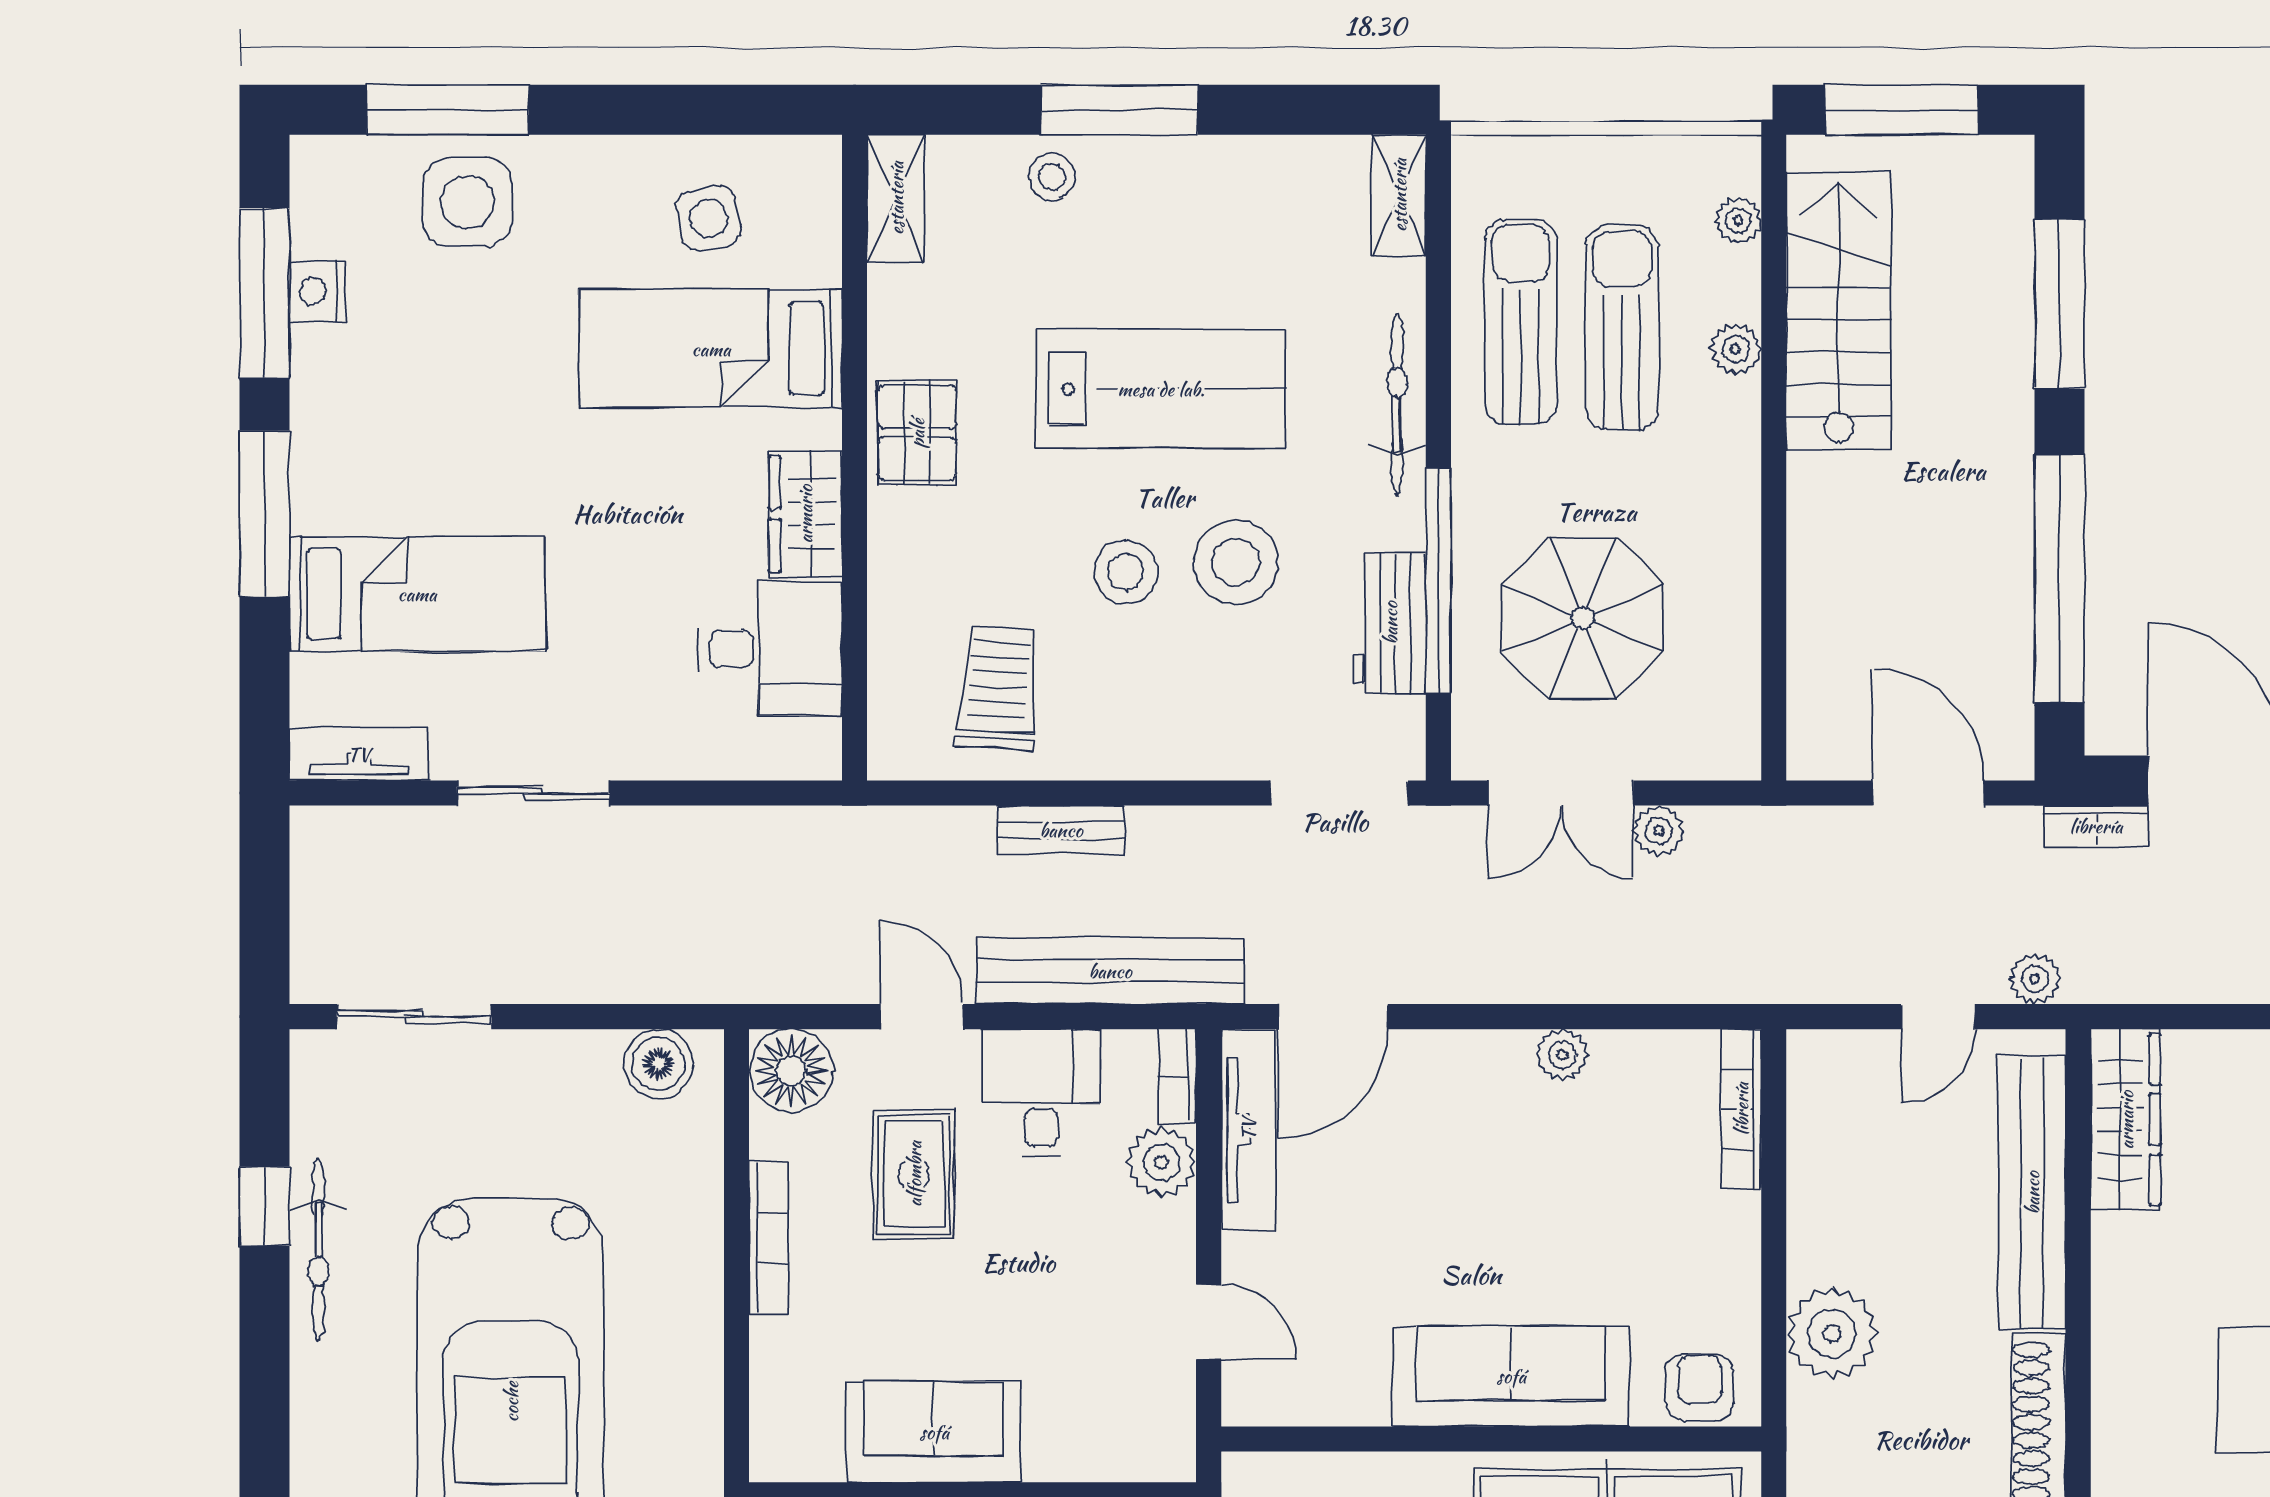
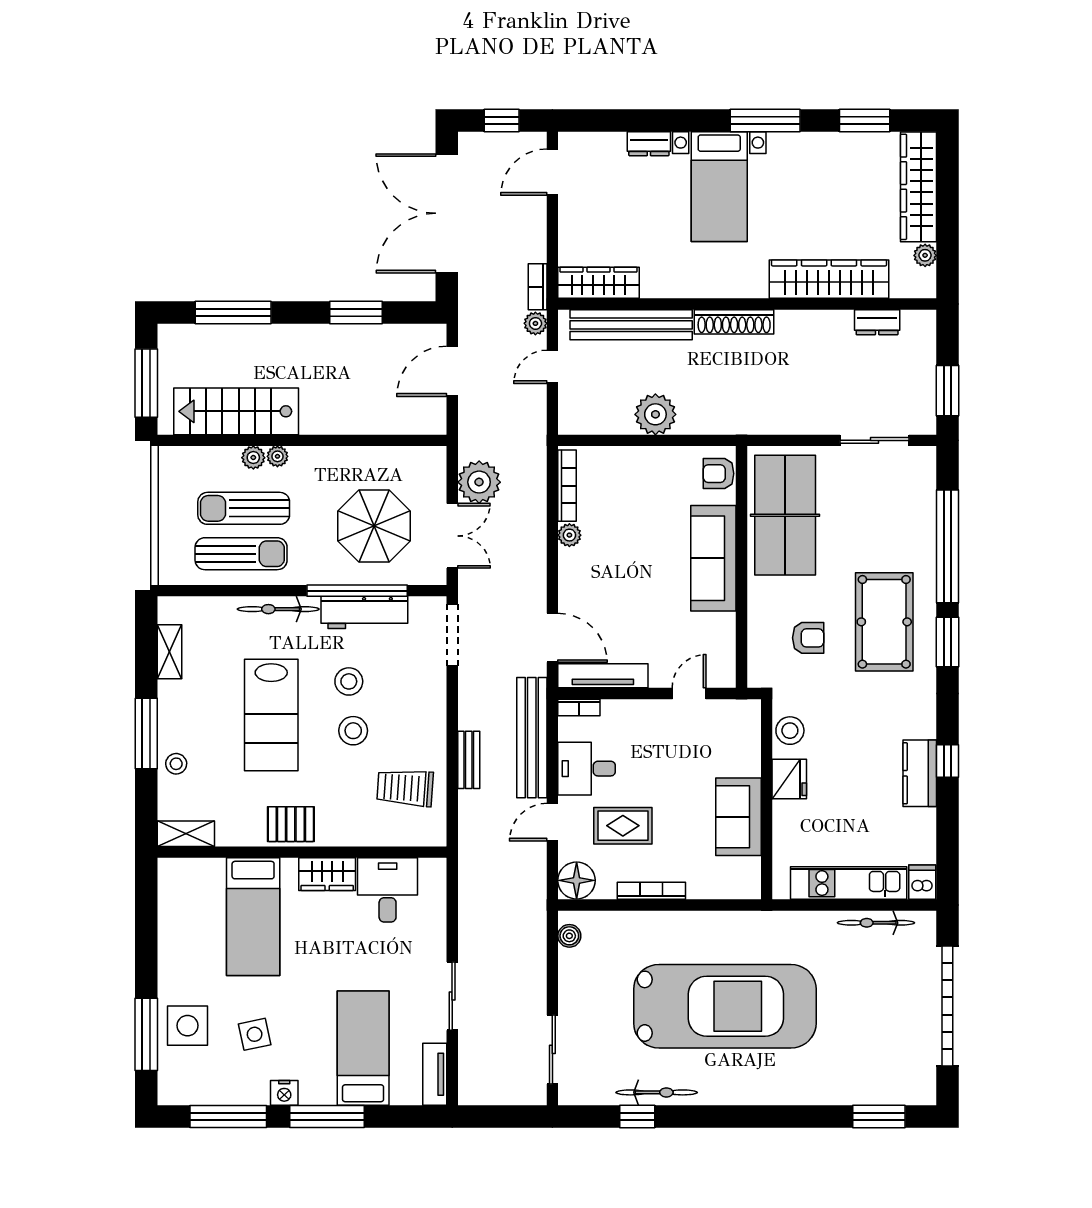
shelving: (1399, 195) -> (169, 652), moved, turned 90
side table: (709, 218) -> (255, 1034), moved
plant: (1738, 220) -> (277, 456), moved
nightstand: (317, 291) -> (284, 1093), moved
sun lounger: (1521, 322) -> (241, 554), turned 180
lab bench: (1161, 389) -> (271, 715), turned 180
stool: (1236, 562) -> (349, 681), width x0.73, depth x0.73
window: (2059, 578) -> (356, 312), width x0.47
workbench: (1390, 623) -> (364, 612), width x1.38
bookcase: (2096, 826) -> (538, 287), moved, turned 180
plant: (1659, 831) -> (479, 482), width x1.88, depth x1.88
door: (1938, 1017) -> (552, 367), swing flipped
boiler: (658, 1064) -> (569, 936), width x0.73, depth x0.73
bookcase: (1741, 1109) -> (567, 486), moved, turned -90
plant: (1161, 1162) -> (618, 715), removed
plant: (1832, 1333) -> (655, 414), moved

